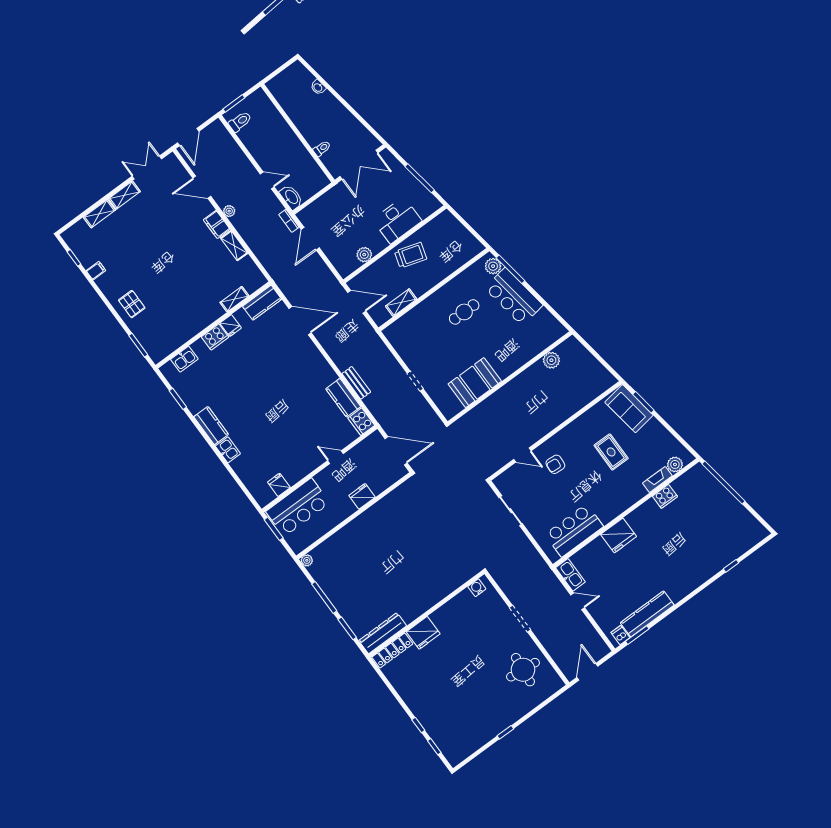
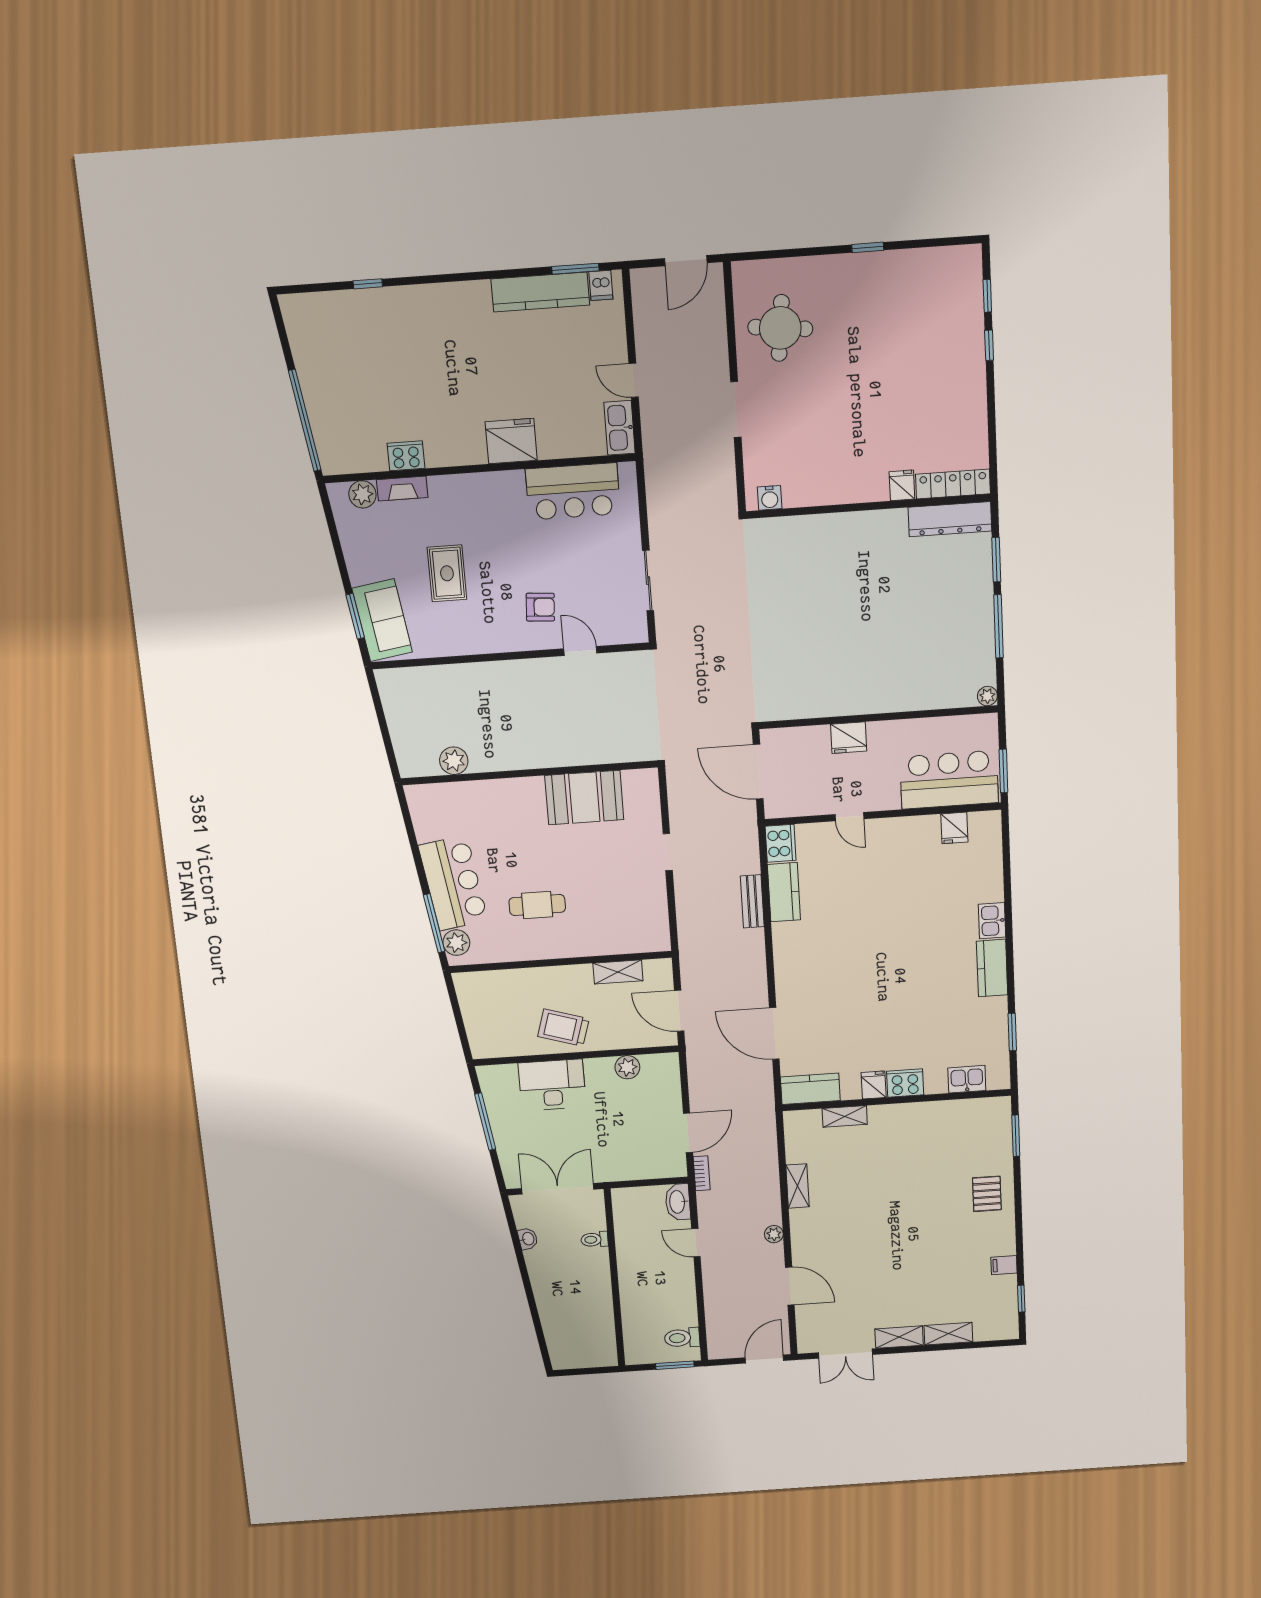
washbasin: (318, 87) -> (528, 1239), moved
filing cabinet: (217, 224) -> (802, 1227), removed
fridge: (423, 633) -> (902, 485), width x0.53, depth x0.75

